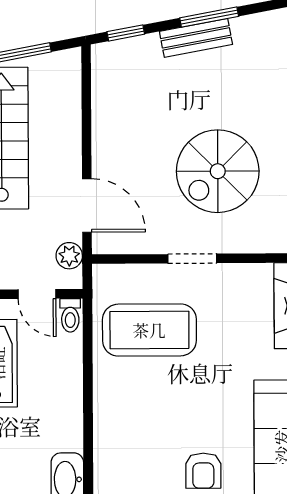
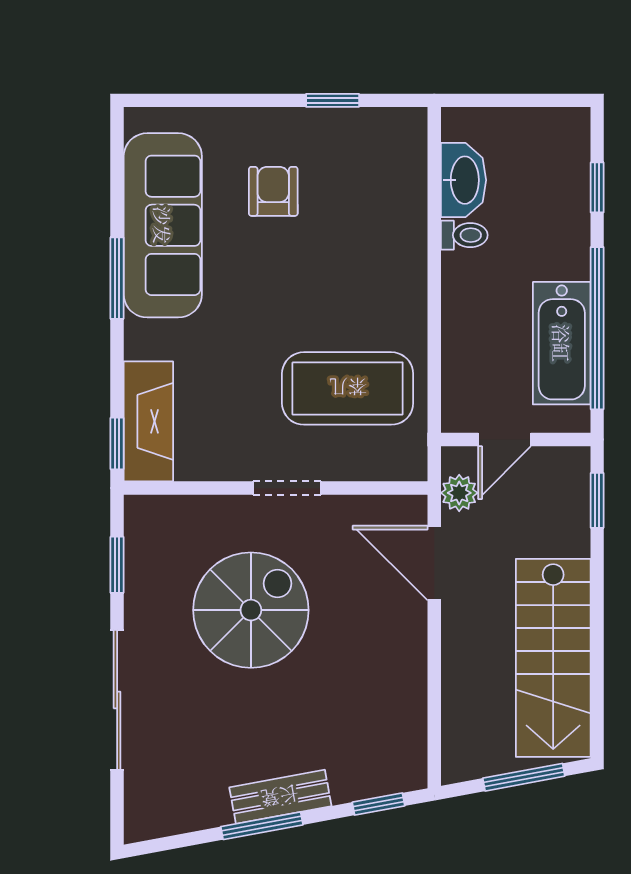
door: (37, 294) -> (505, 440), swing flipped
toilet: (70, 315) -> (464, 235), moved, turned 90

